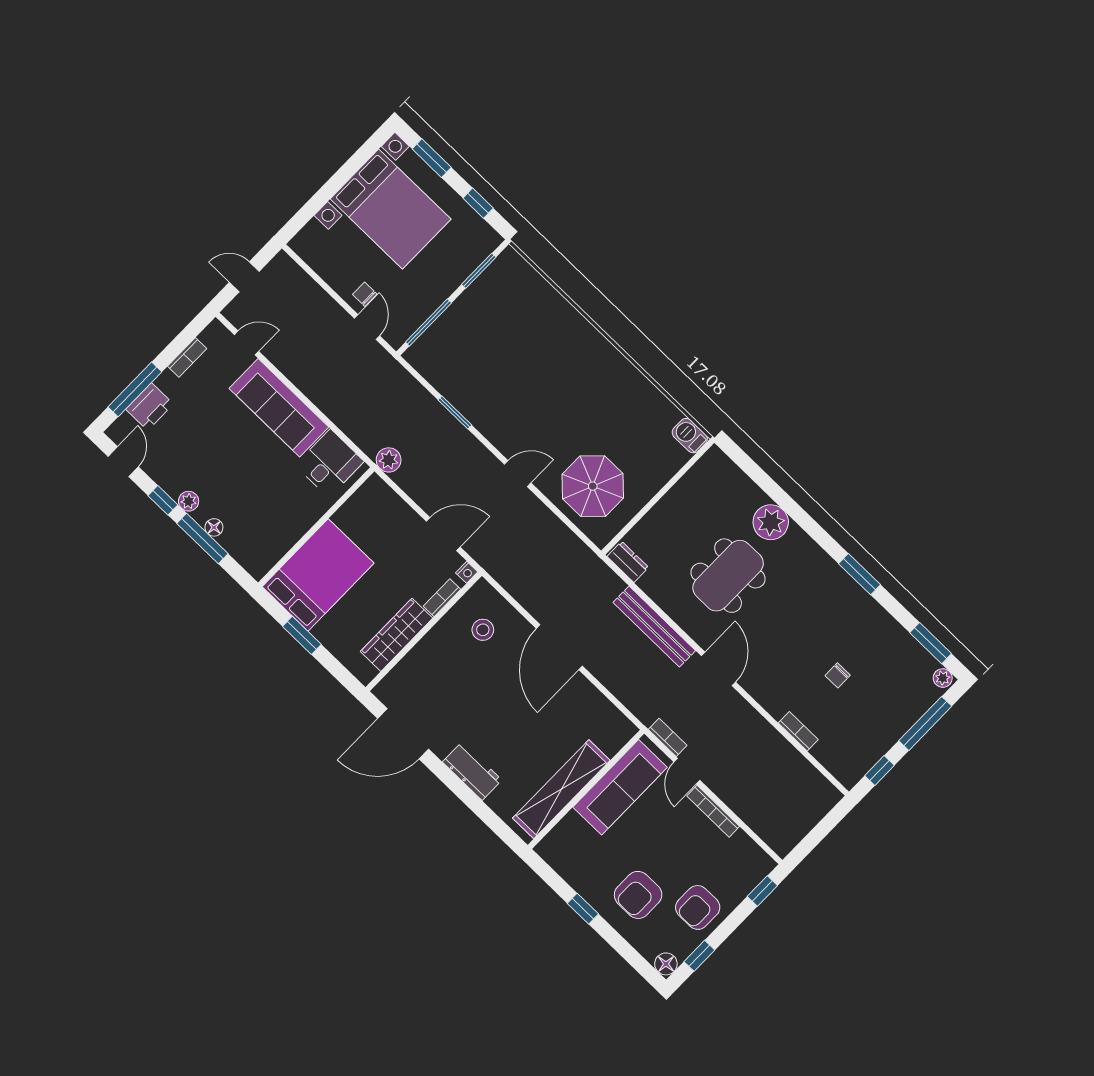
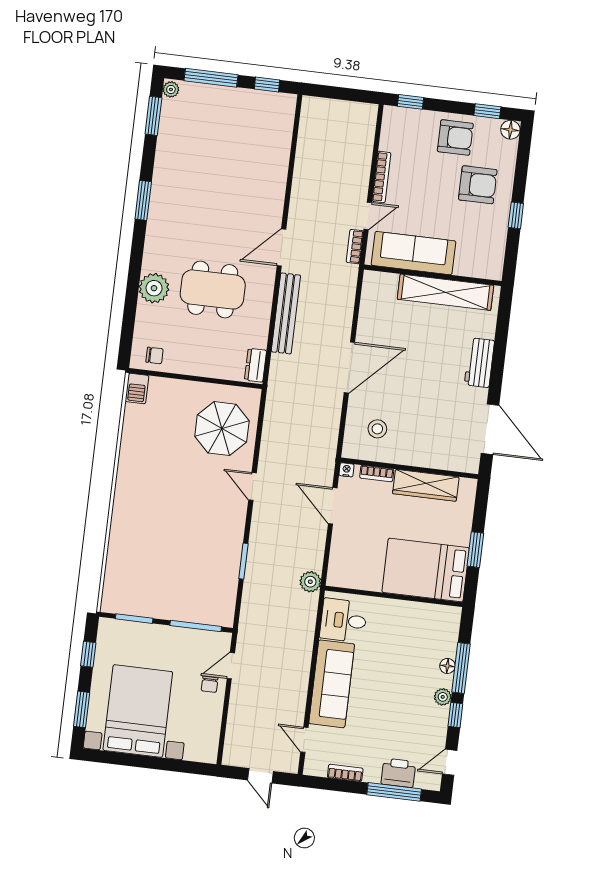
chair: (838, 675) -> (155, 355), moved
bookcase: (798, 731) -> (282, 160), removed

